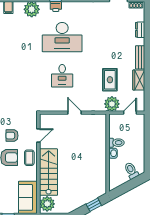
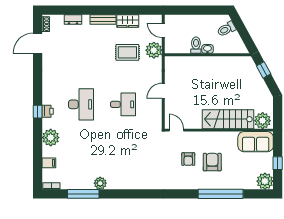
desk: (62, 37) -> (81, 104), width x0.73, depth x0.77
door: (38, 135) -> (176, 130), moved
coffee table: (29, 158) -> (212, 140), removed

